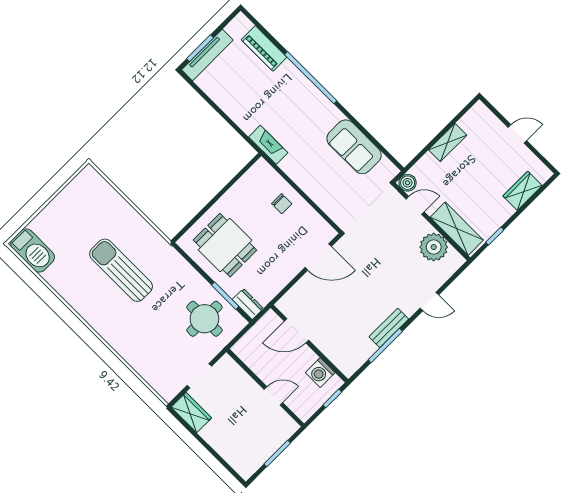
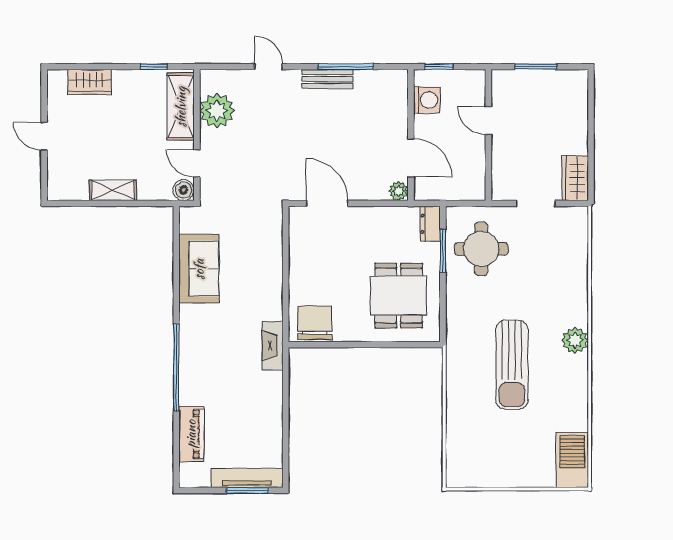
chair: (282, 204) -> (315, 323), moved, width x1.87, depth x1.87
plant: (284, 305) -> (399, 191), added
plant: (99, 320) -> (575, 340), added

